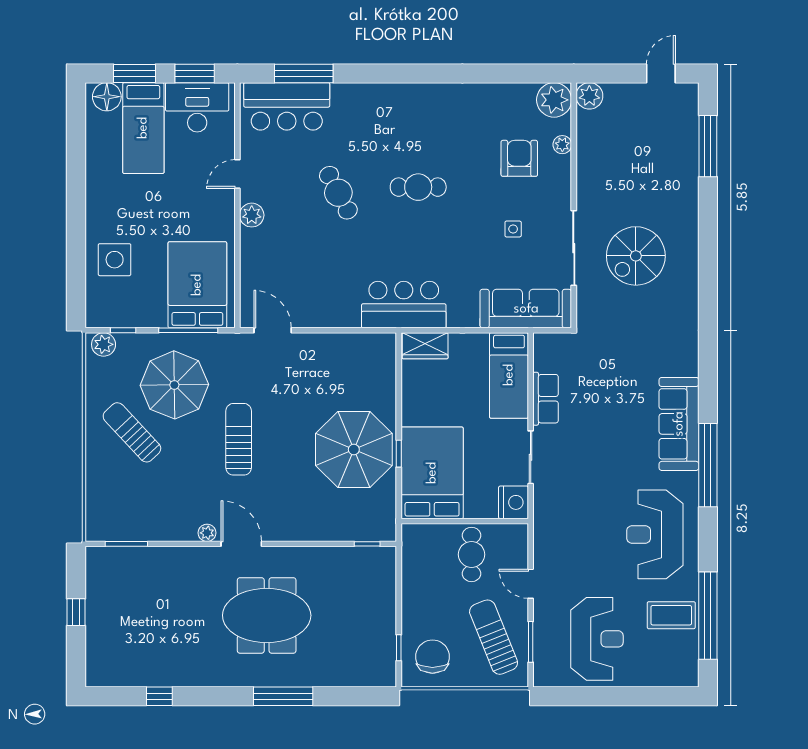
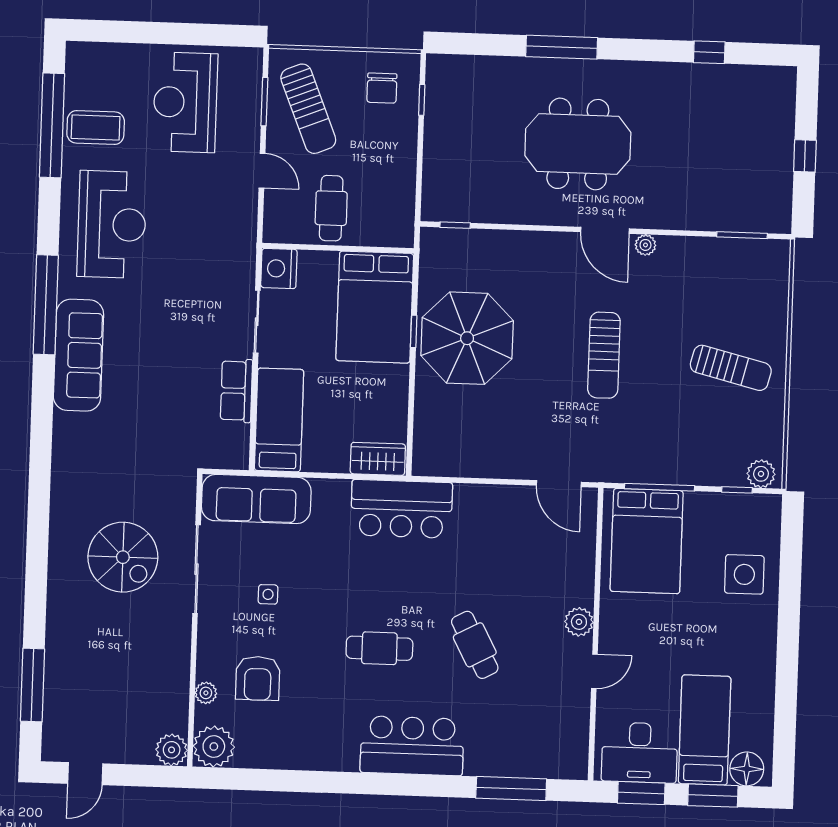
bar counter: (287, 106) -> (412, 746), moved
spiral stairs: (636, 256) -> (123, 557), turned 90
parasol: (174, 385) -> (678, 423), removed
sun lounger: (132, 432) -> (731, 368), turned -33
chair: (432, 657) -> (382, 88), width x0.73, depth x0.73

